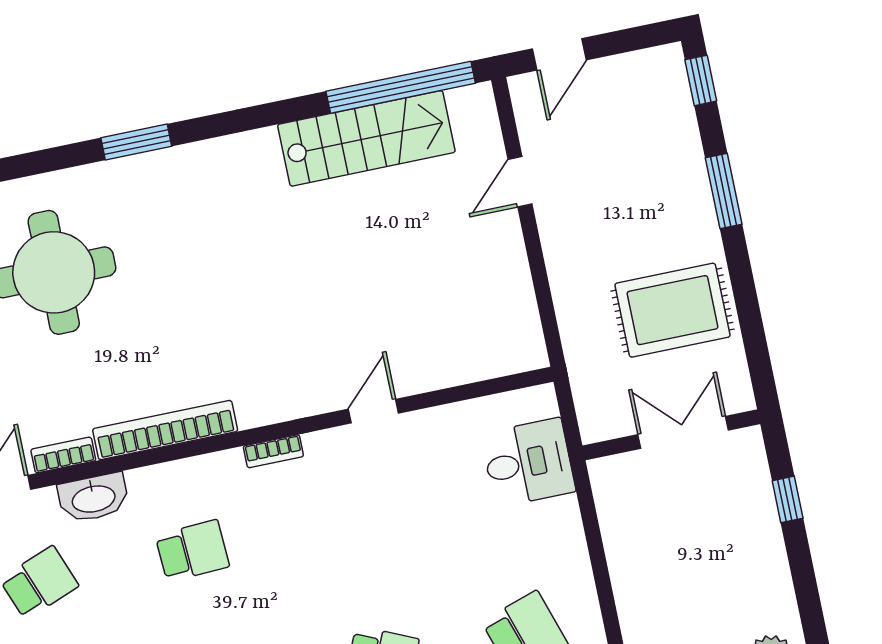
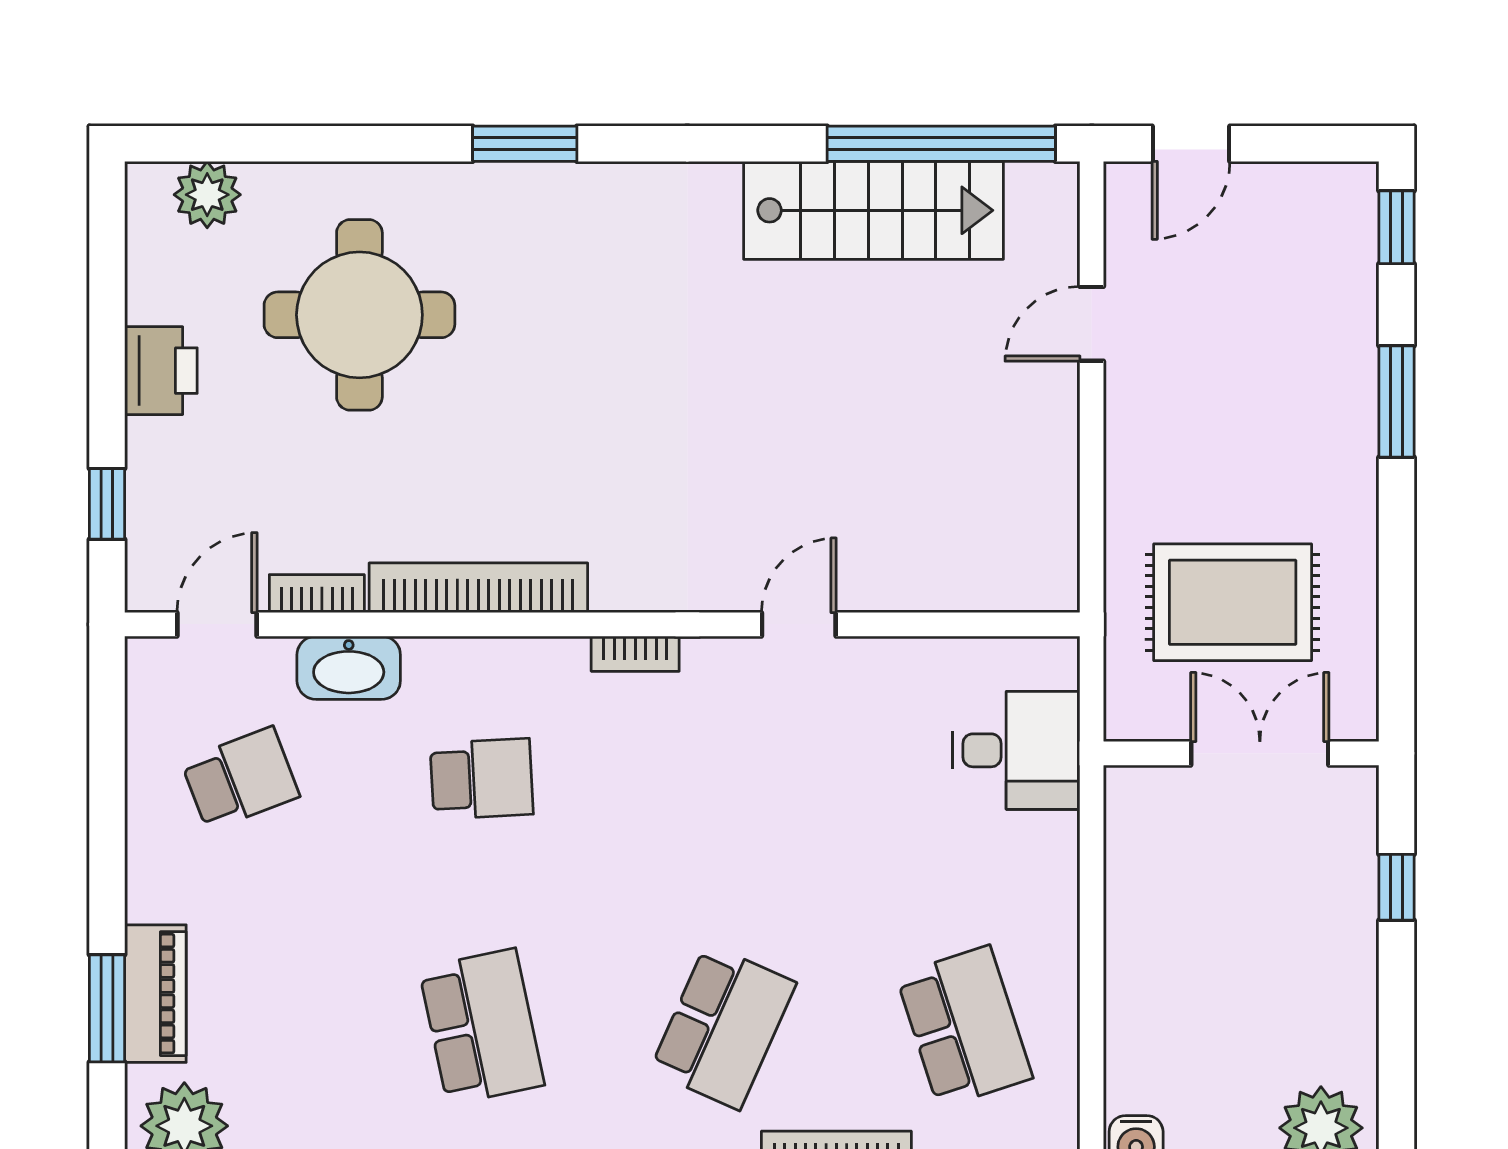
rug: (672, 310) -> (1233, 602), moved

